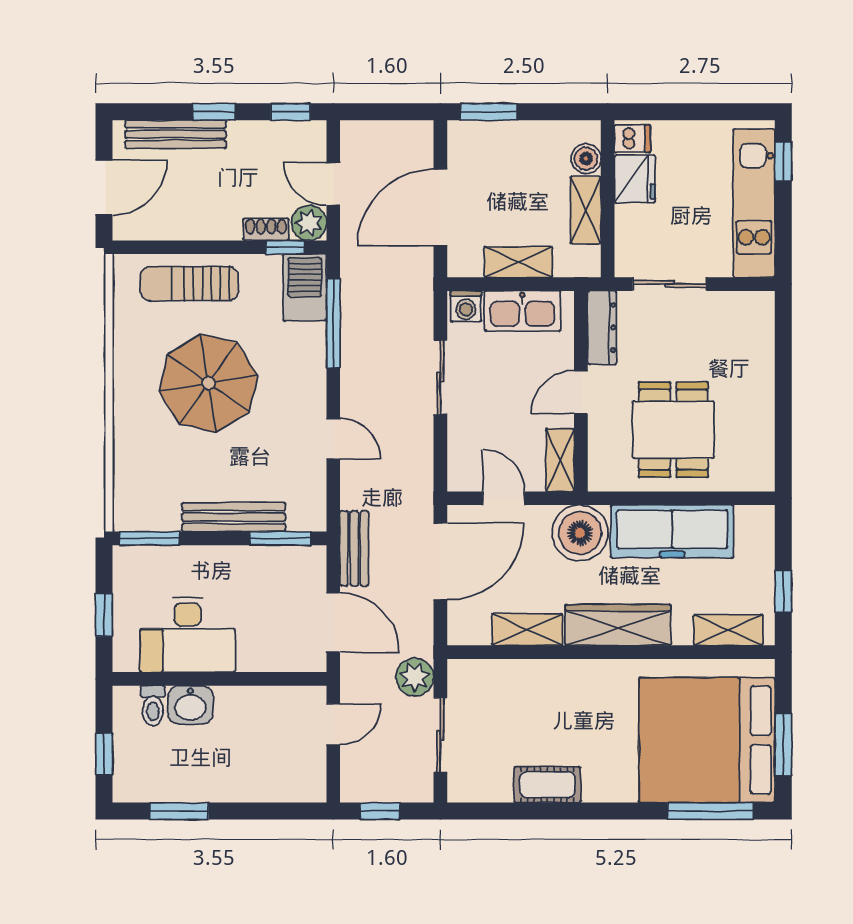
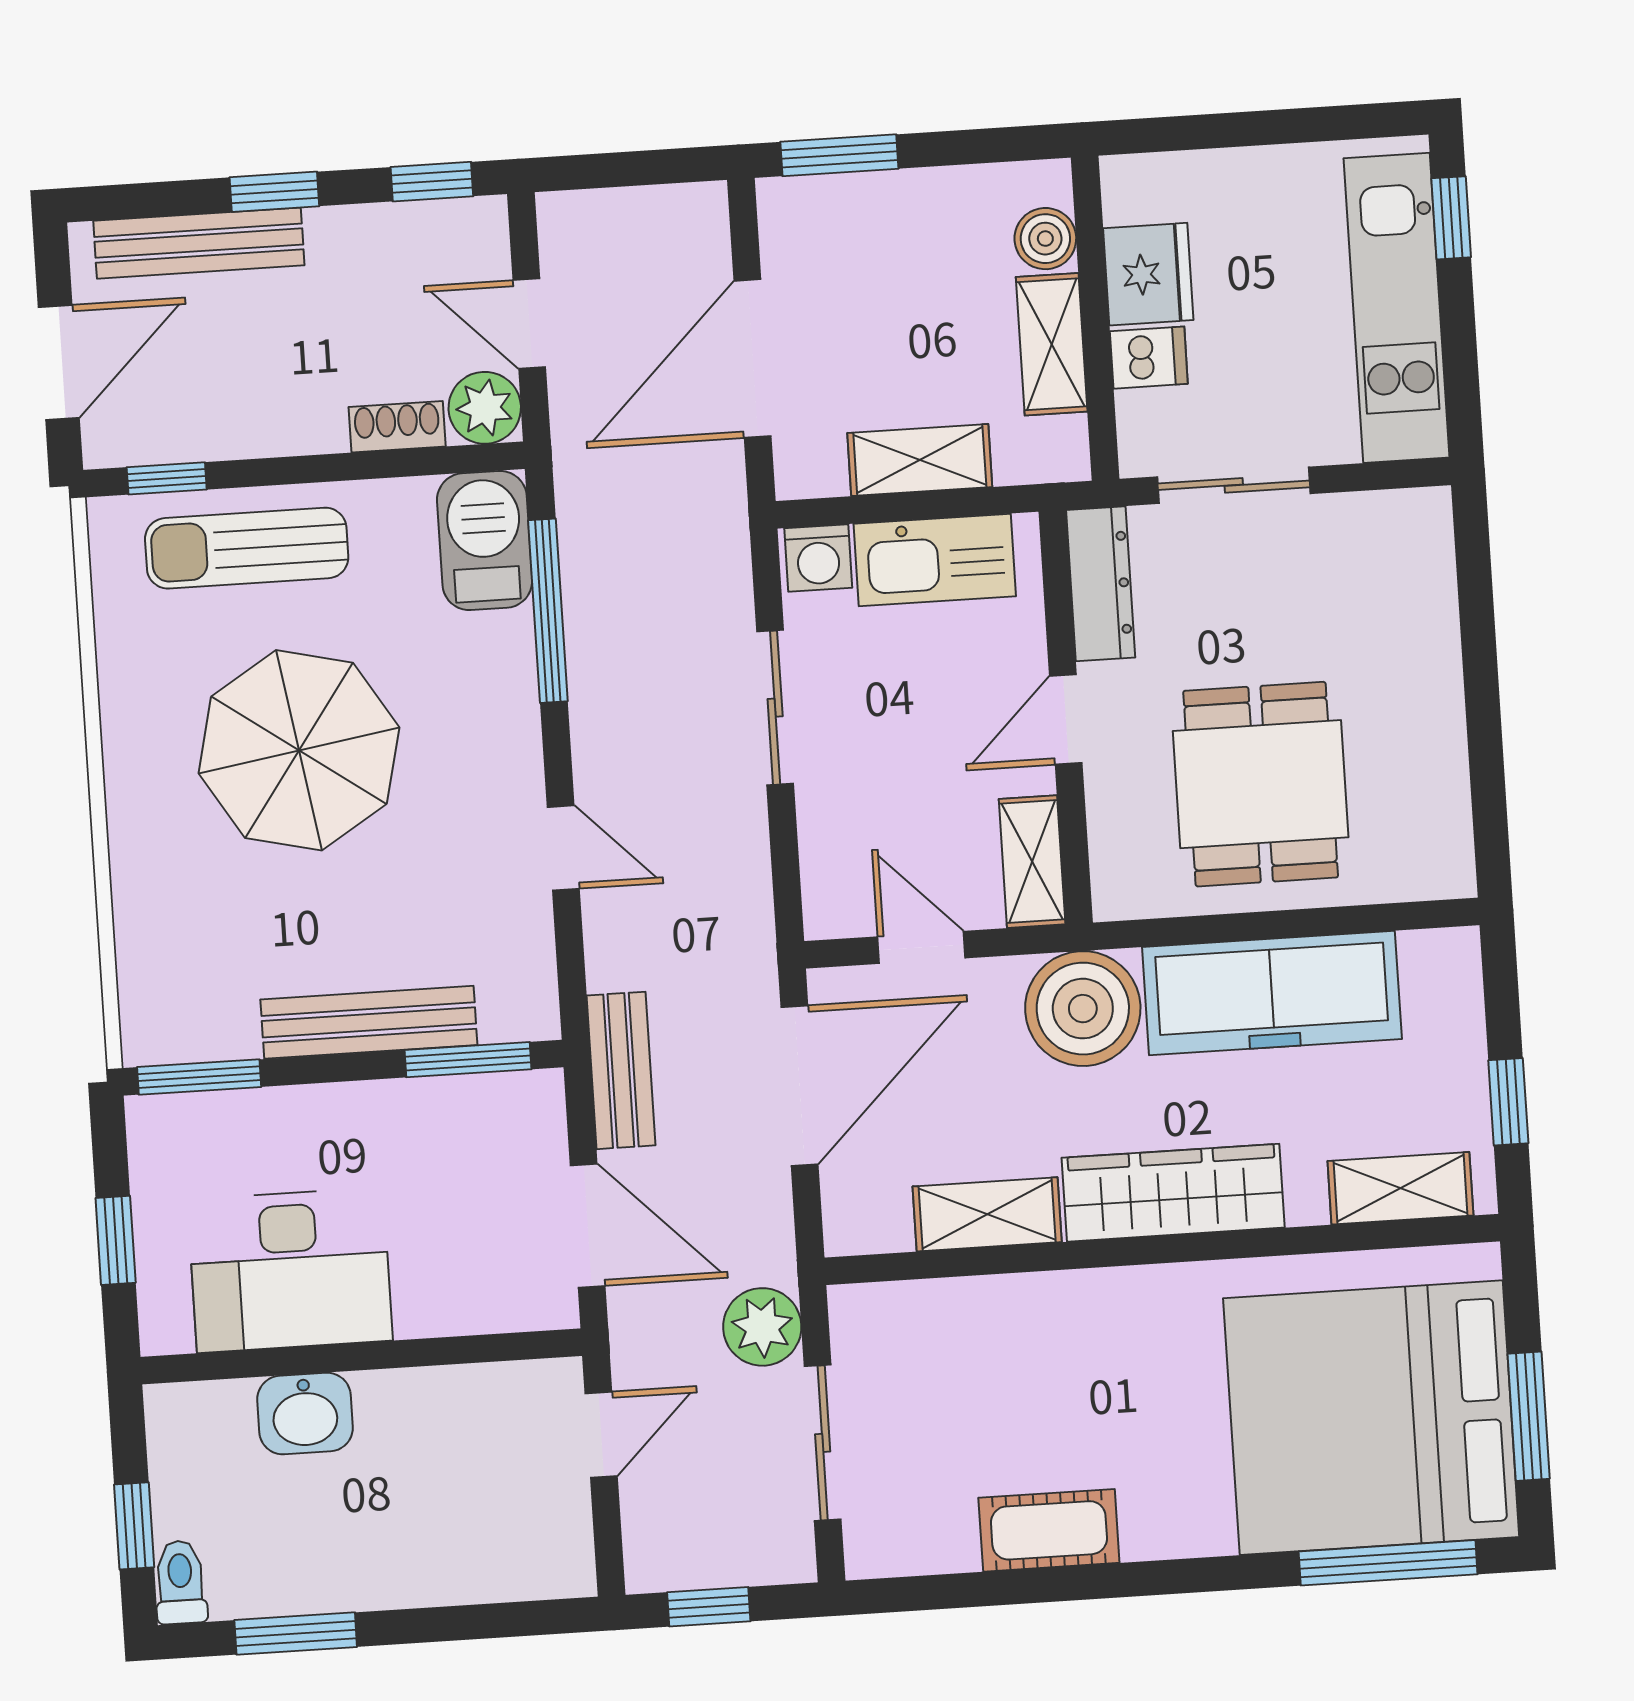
dishwasher: (632, 139) -> (1149, 358), moved
window: (285, 247) -> (167, 478), moved
toilet: (153, 706) -> (180, 1582), moved, turned 180

